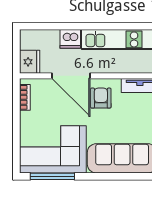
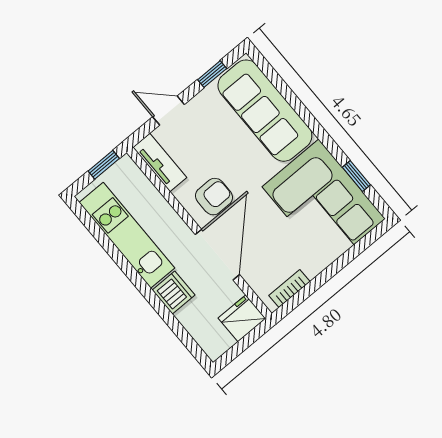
armchair: (101, 98) -> (214, 197), turned 180
window: (52, 176) -> (356, 176), width x0.46

